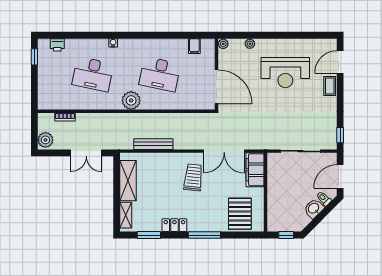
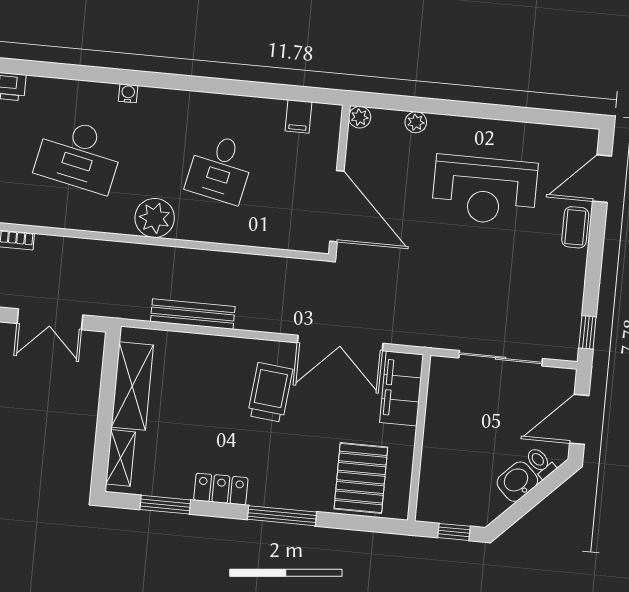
desk: (160, 74) -> (220, 168), width x0.73

